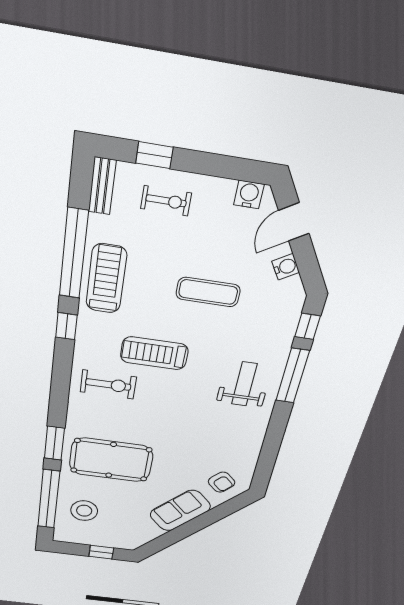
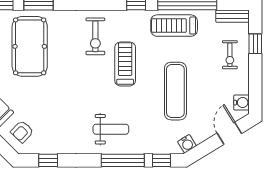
door: (294, 222) -> (229, 133), hinge flipped
water cooler: (286, 267) -> (187, 144), moved
treadmill: (106, 279) -> (174, 26), turned 180
exercise mat: (208, 292) -> (175, 91), width x1.36, depth x1.45
window: (267, 460) -> (48, 160), added

